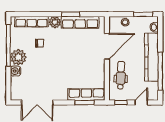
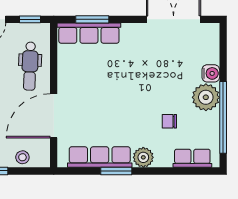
row of seats: (32, 22) -> (192, 158), width x0.68

